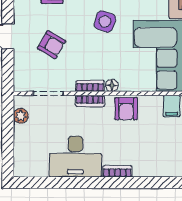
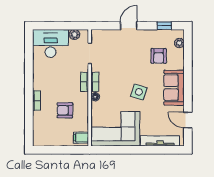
armchair: (52, 45) -> (123, 56), removed
armchair: (126, 109) -> (65, 110), moved
desk: (75, 157) -> (51, 43), moved, turned 90

